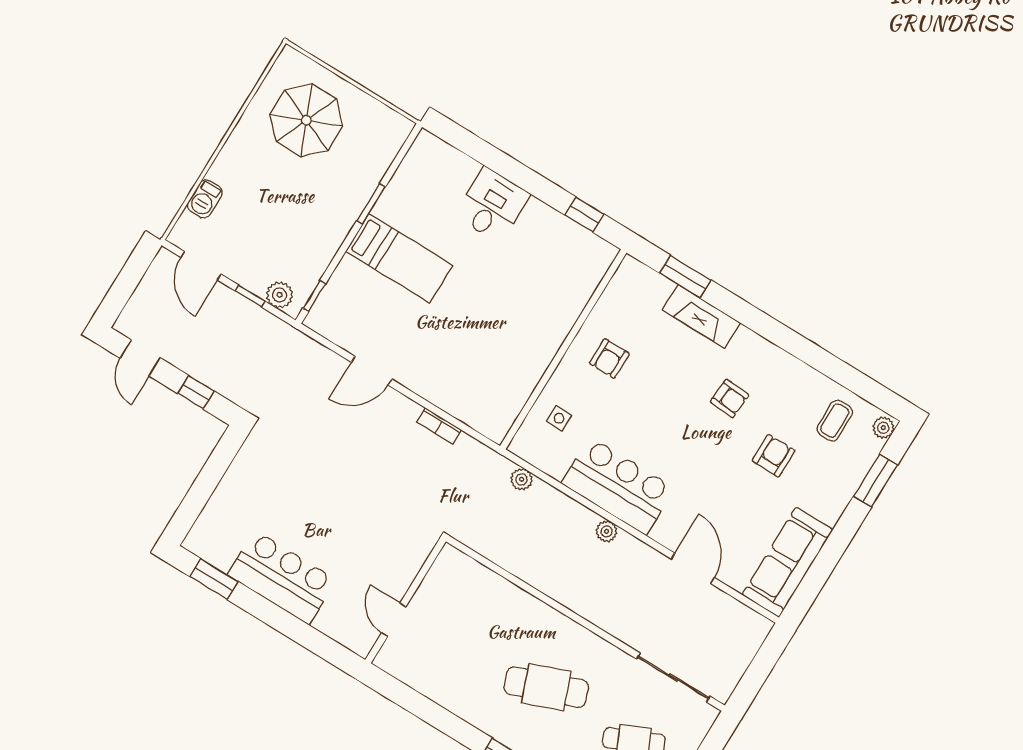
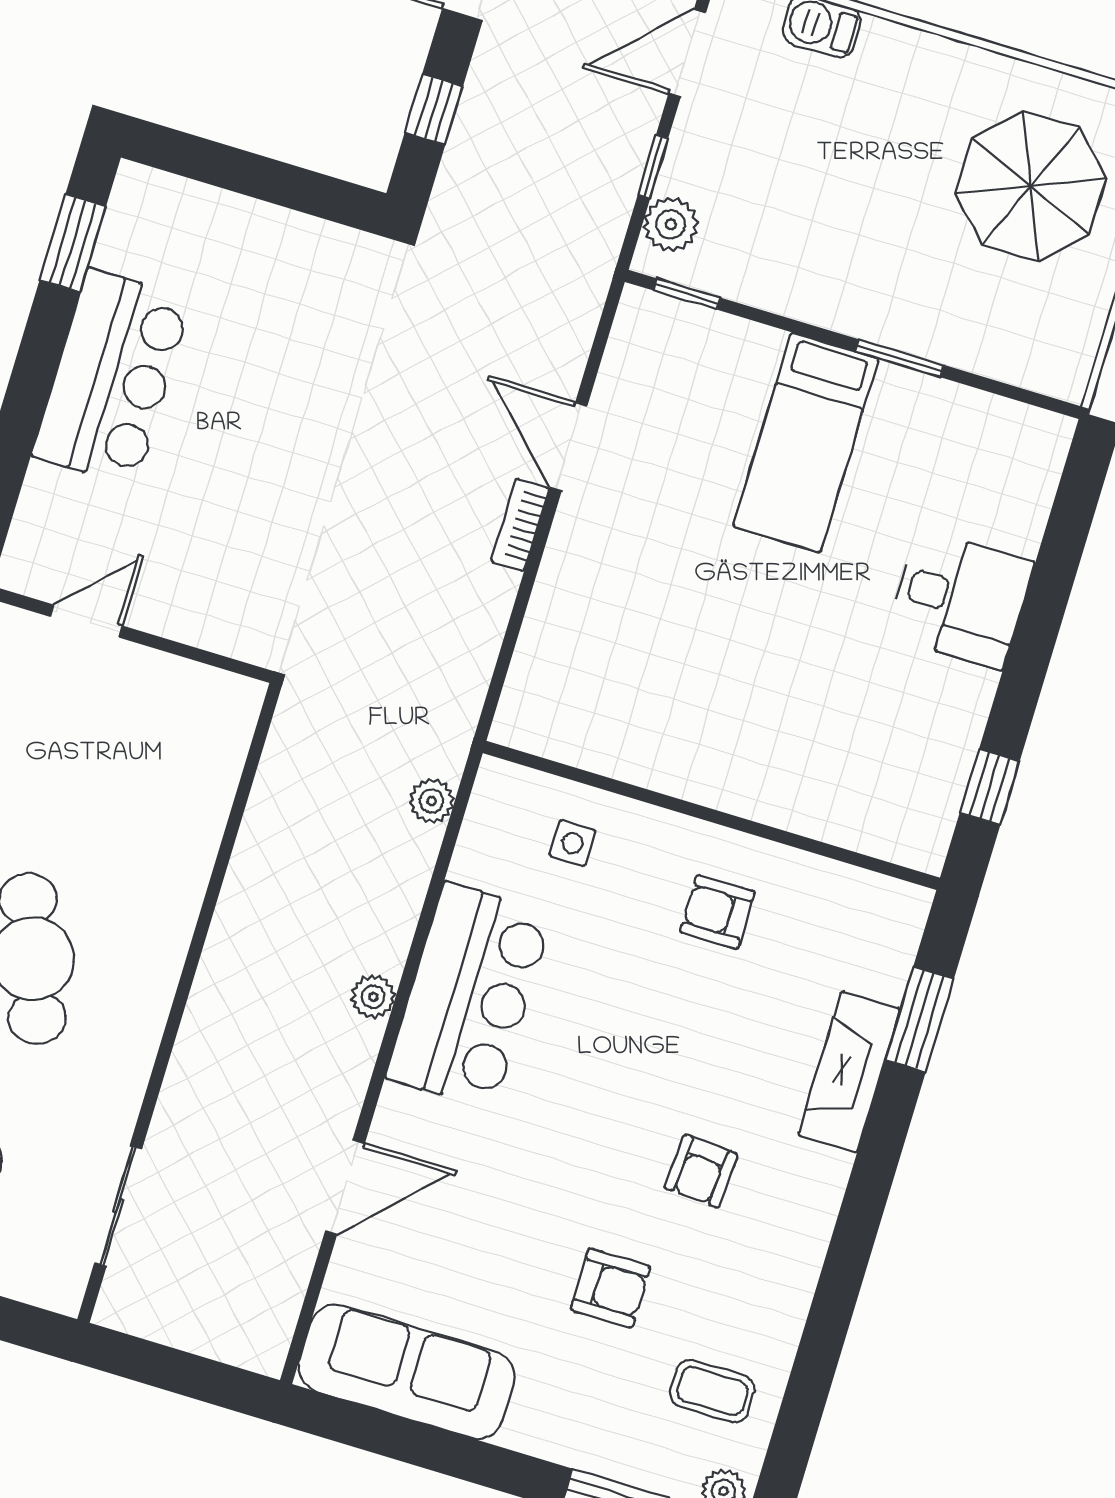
bookcase: (439, 426) -> (520, 525), moved
sliding door: (673, 678) -> (118, 1206), width x0.73

